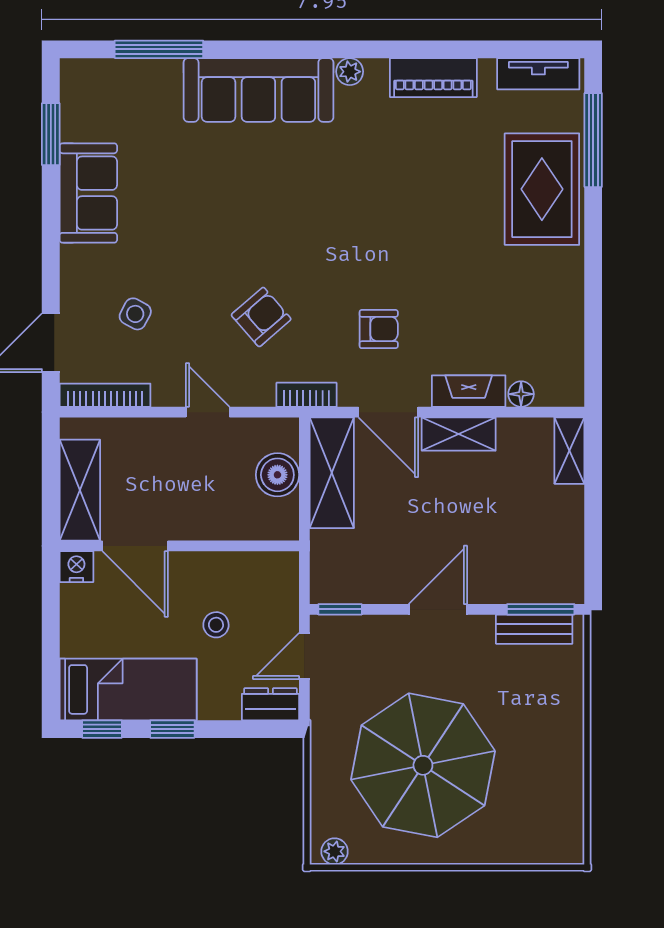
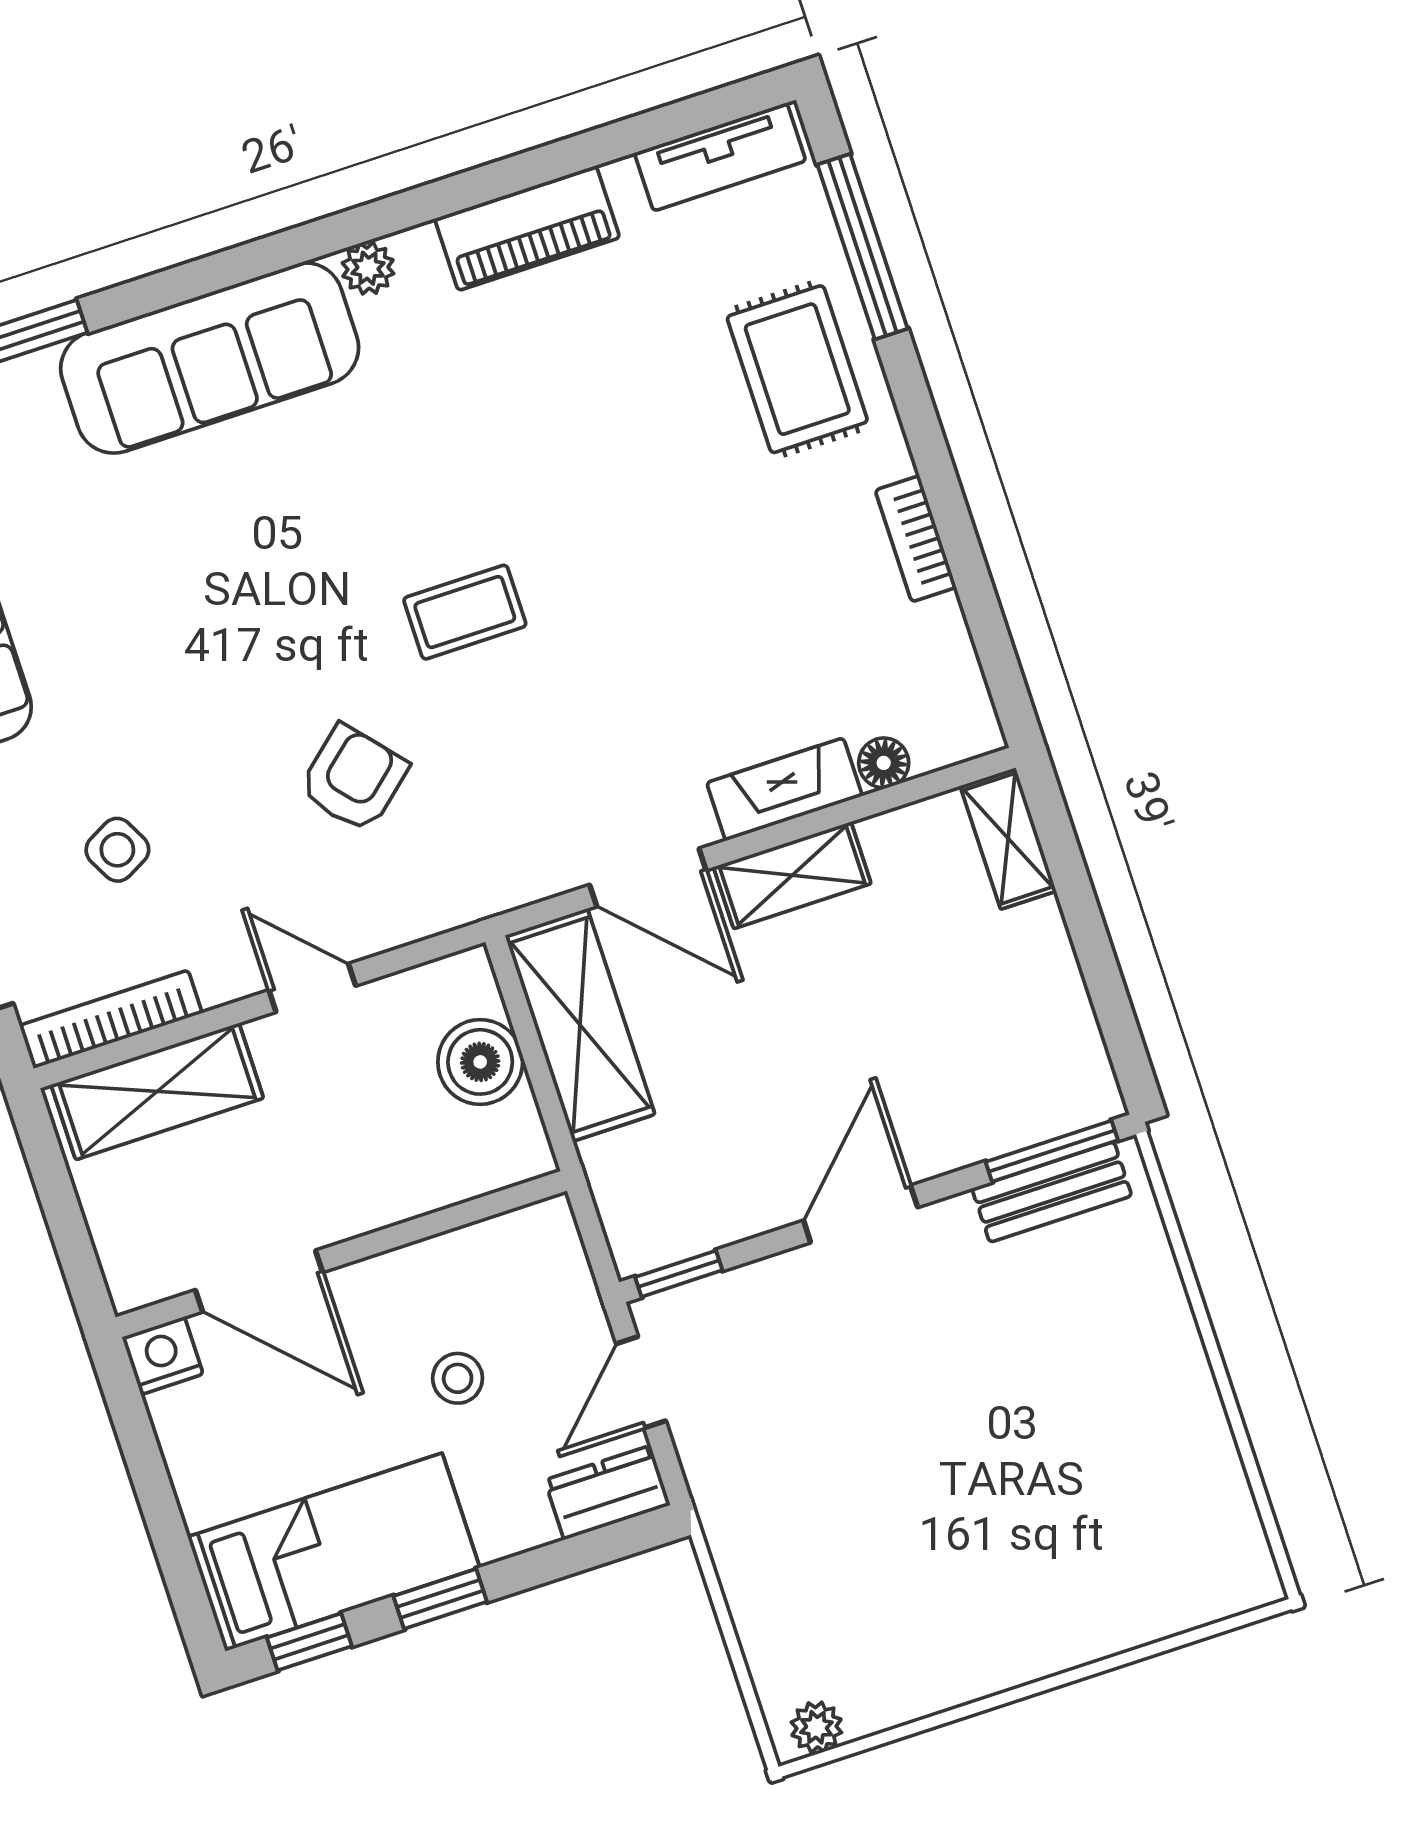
rug: (542, 189) -> (797, 369), width x0.73, depth x0.70
coffee table: (342, 254) -> (465, 612), added
side table: (135, 314) -> (117, 850), turned 34
armchair: (379, 329) -> (579, 729), removed
bookcase: (306, 395) -> (916, 539), moved, turned -90
shelving: (80, 490) -> (157, 1091), moved, turned 90
parasol: (423, 765) -> (928, 1513), removed

